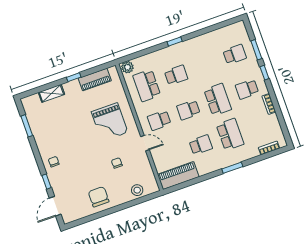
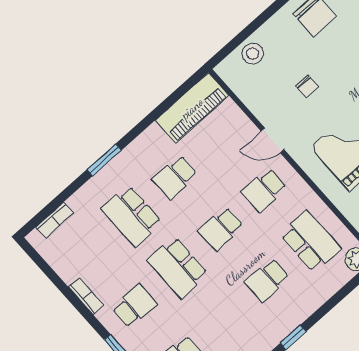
school desk: (188, 110) -> (221, 229), turned 180
school desk: (159, 120) -> (264, 190), turned 180

